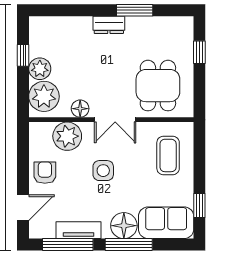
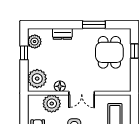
dresser: (109, 25) -> (62, 34), moved
plant: (40, 69) -> (35, 42), moved
dining table: (158, 86) -> (109, 52), moved

